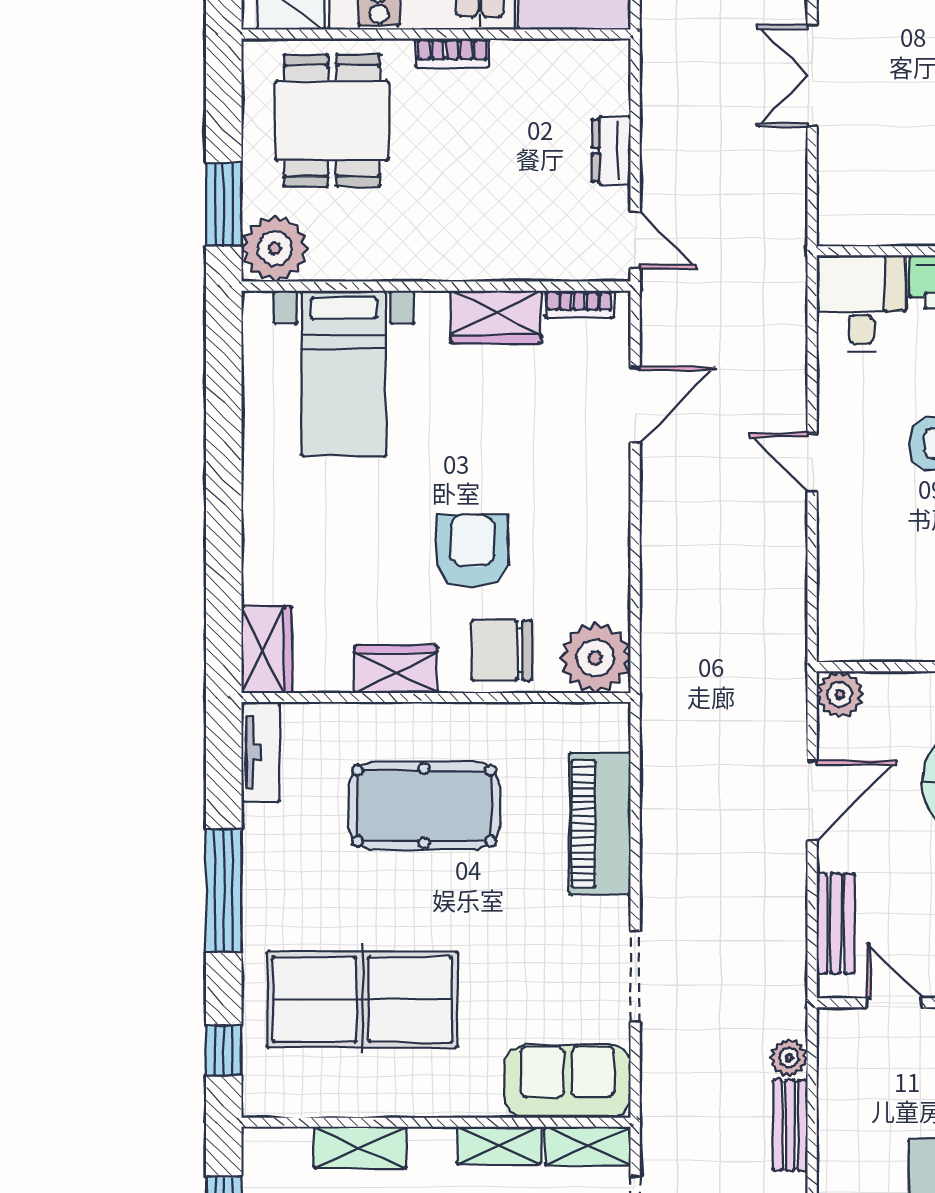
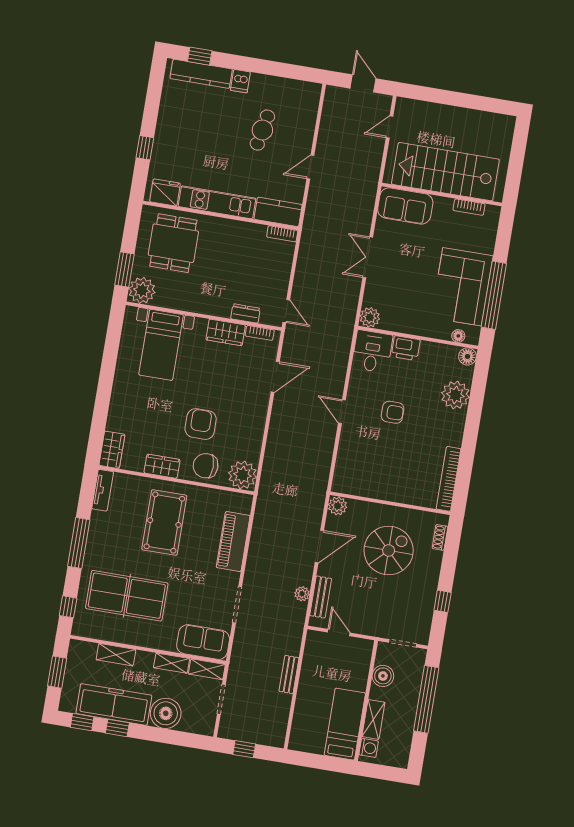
bookcase: (452, 53) -> (282, 234), moved
dresser: (611, 151) -> (245, 313), moved, turned 90
plant: (841, 221) -> (370, 317), added
pool table: (424, 806) -> (164, 523), turned 90
plant: (789, 1058) -> (302, 594), moved

